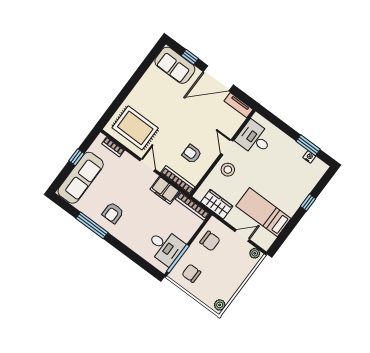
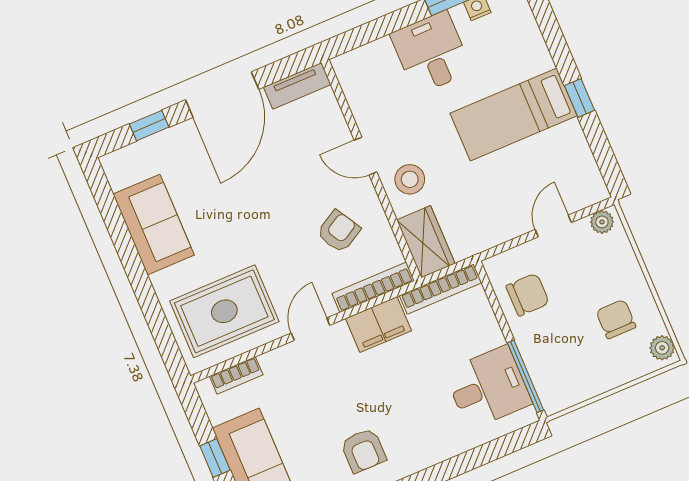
sofa: (175, 65) -> (154, 225), moved, turned -90
desk: (254, 138) -> (431, 53), moved, turned 90
armchair: (192, 154) -> (339, 231), turned 150
door: (148, 165) -> (310, 329), hinge flipped
window: (308, 203) -> (580, 98), moved
wardrobe: (217, 204) -> (426, 242), moved, turned 90
bed: (263, 212) -> (514, 115), moved
chair: (191, 273) -> (616, 319), moved, turned 90

